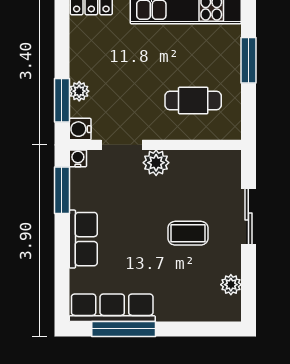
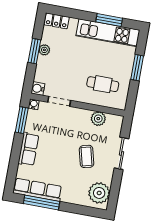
plant: (79, 91) -> (44, 50), moved
window: (62, 100) -> (34, 51), moved
plant: (156, 163) -> (98, 119), moved
coffee table: (188, 233) -> (87, 156), turned 76
plant: (231, 285) -> (99, 193), width x1.88, depth x1.88

